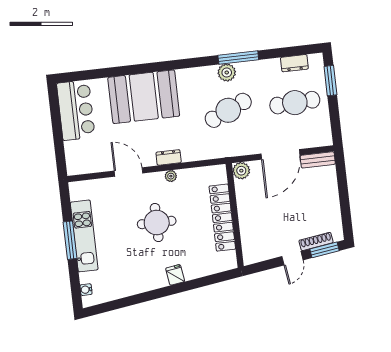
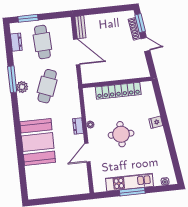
bar counter: (76, 110) -> (46, 187), removed
cafe table: (228, 110) -> (47, 86), turned 45
plant: (241, 171) -> (87, 78), removed

